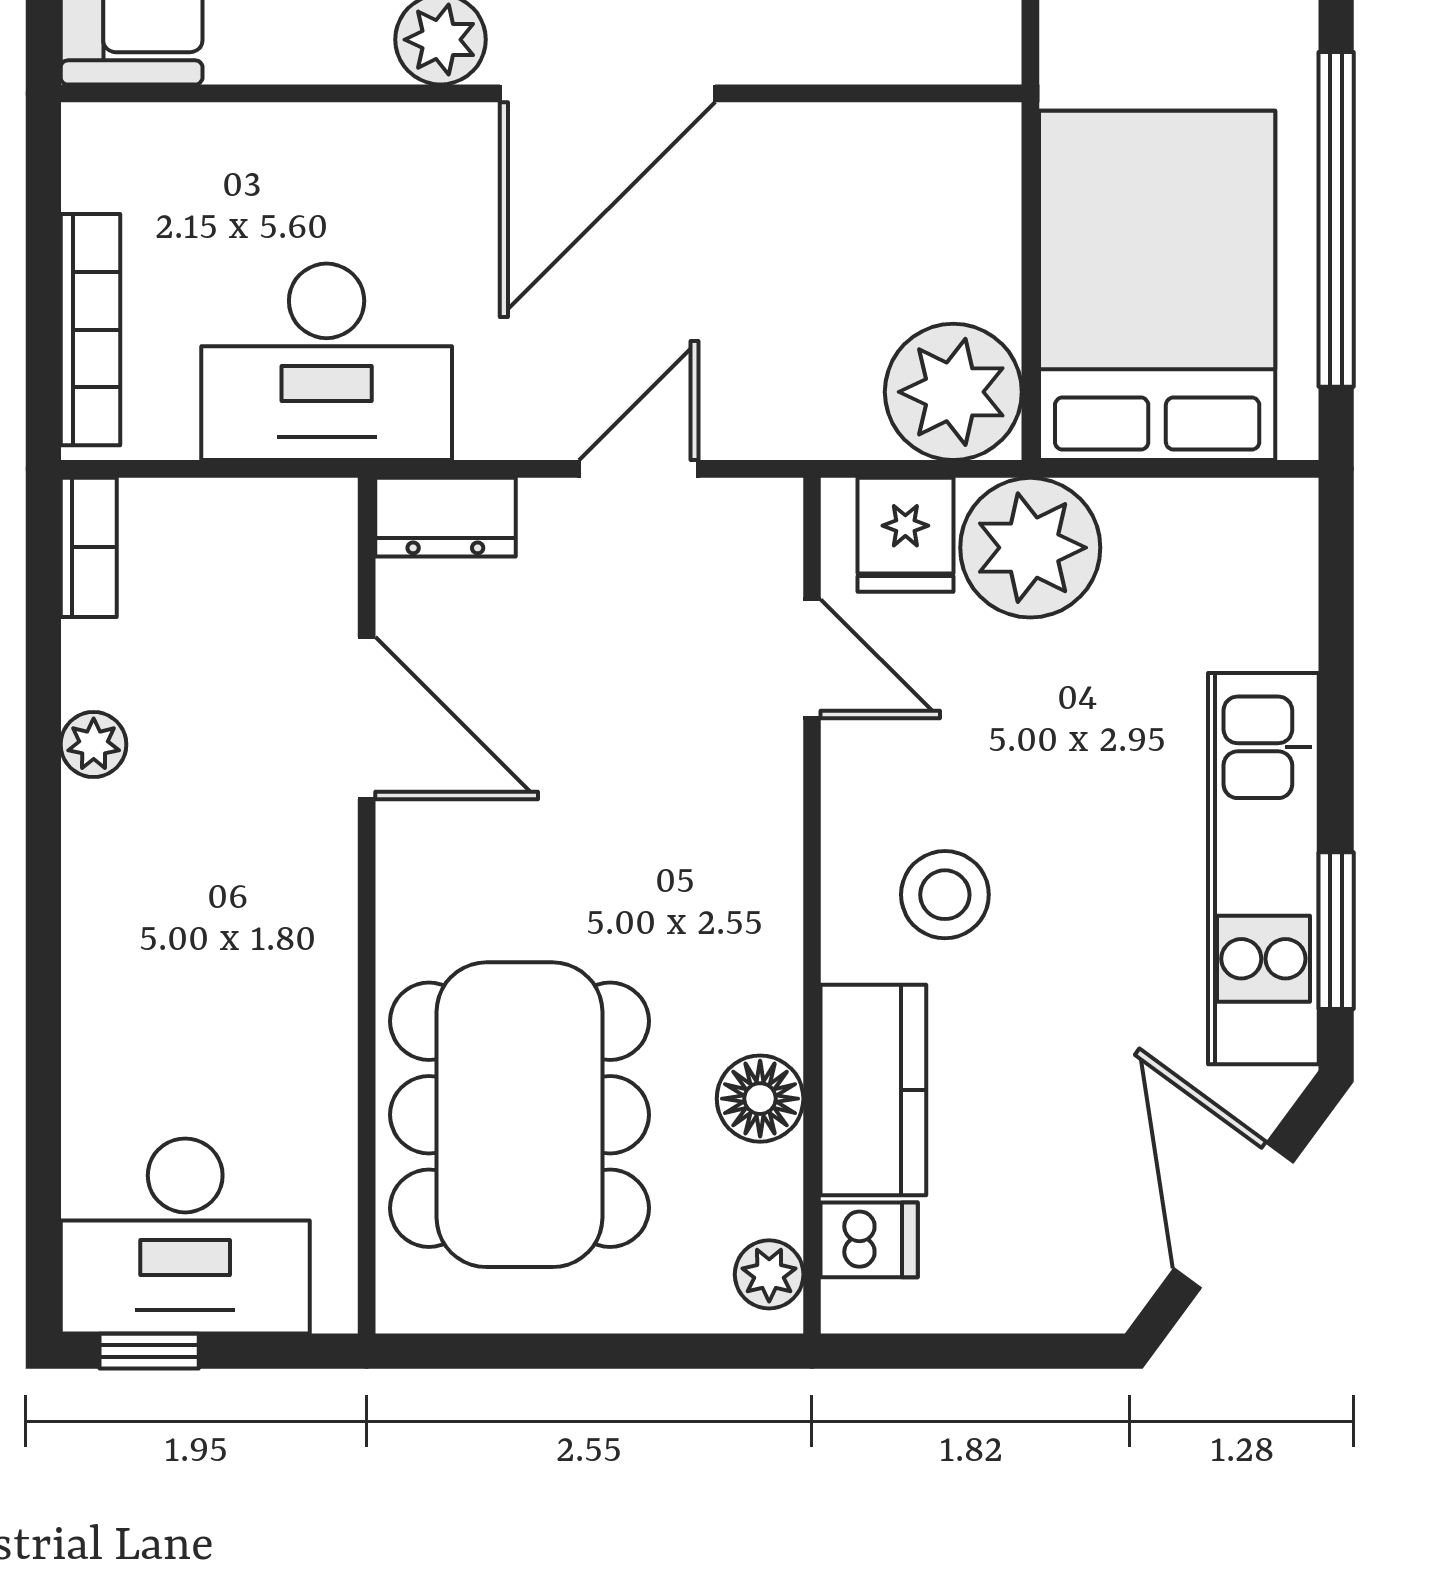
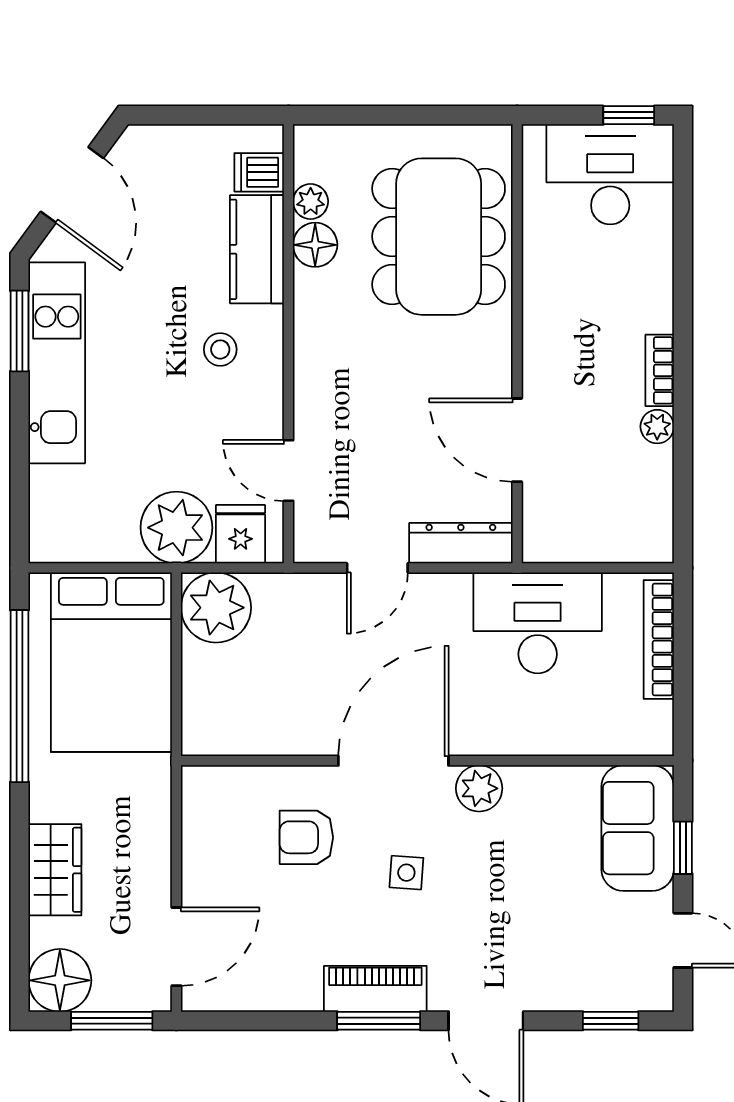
dresser: (445, 517) -> (461, 543), width x1.44
bookcase: (89, 547) -> (660, 370), moved
stool: (945, 895) -> (220, 349), width x0.73, depth x0.73
plant: (769, 1274) -> (311, 201), moved

